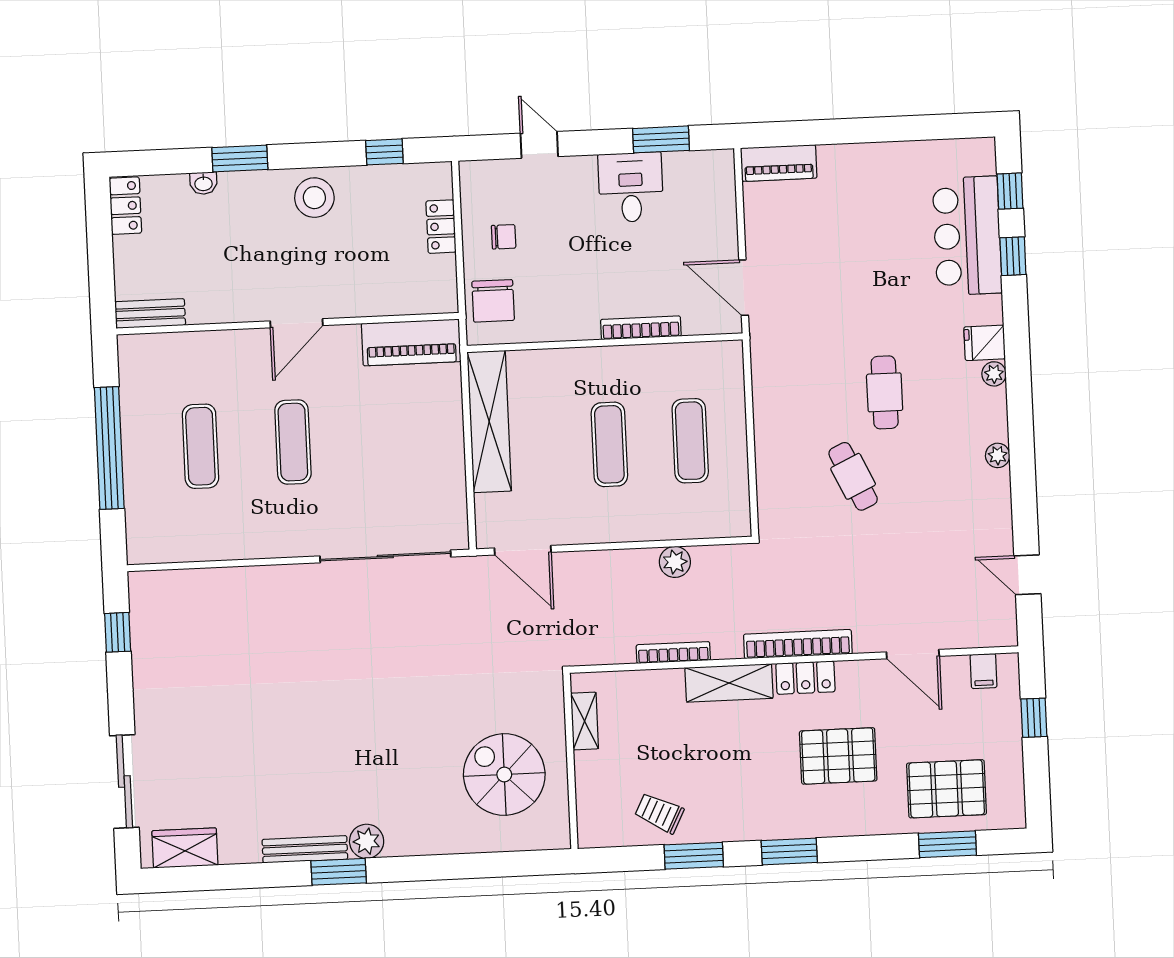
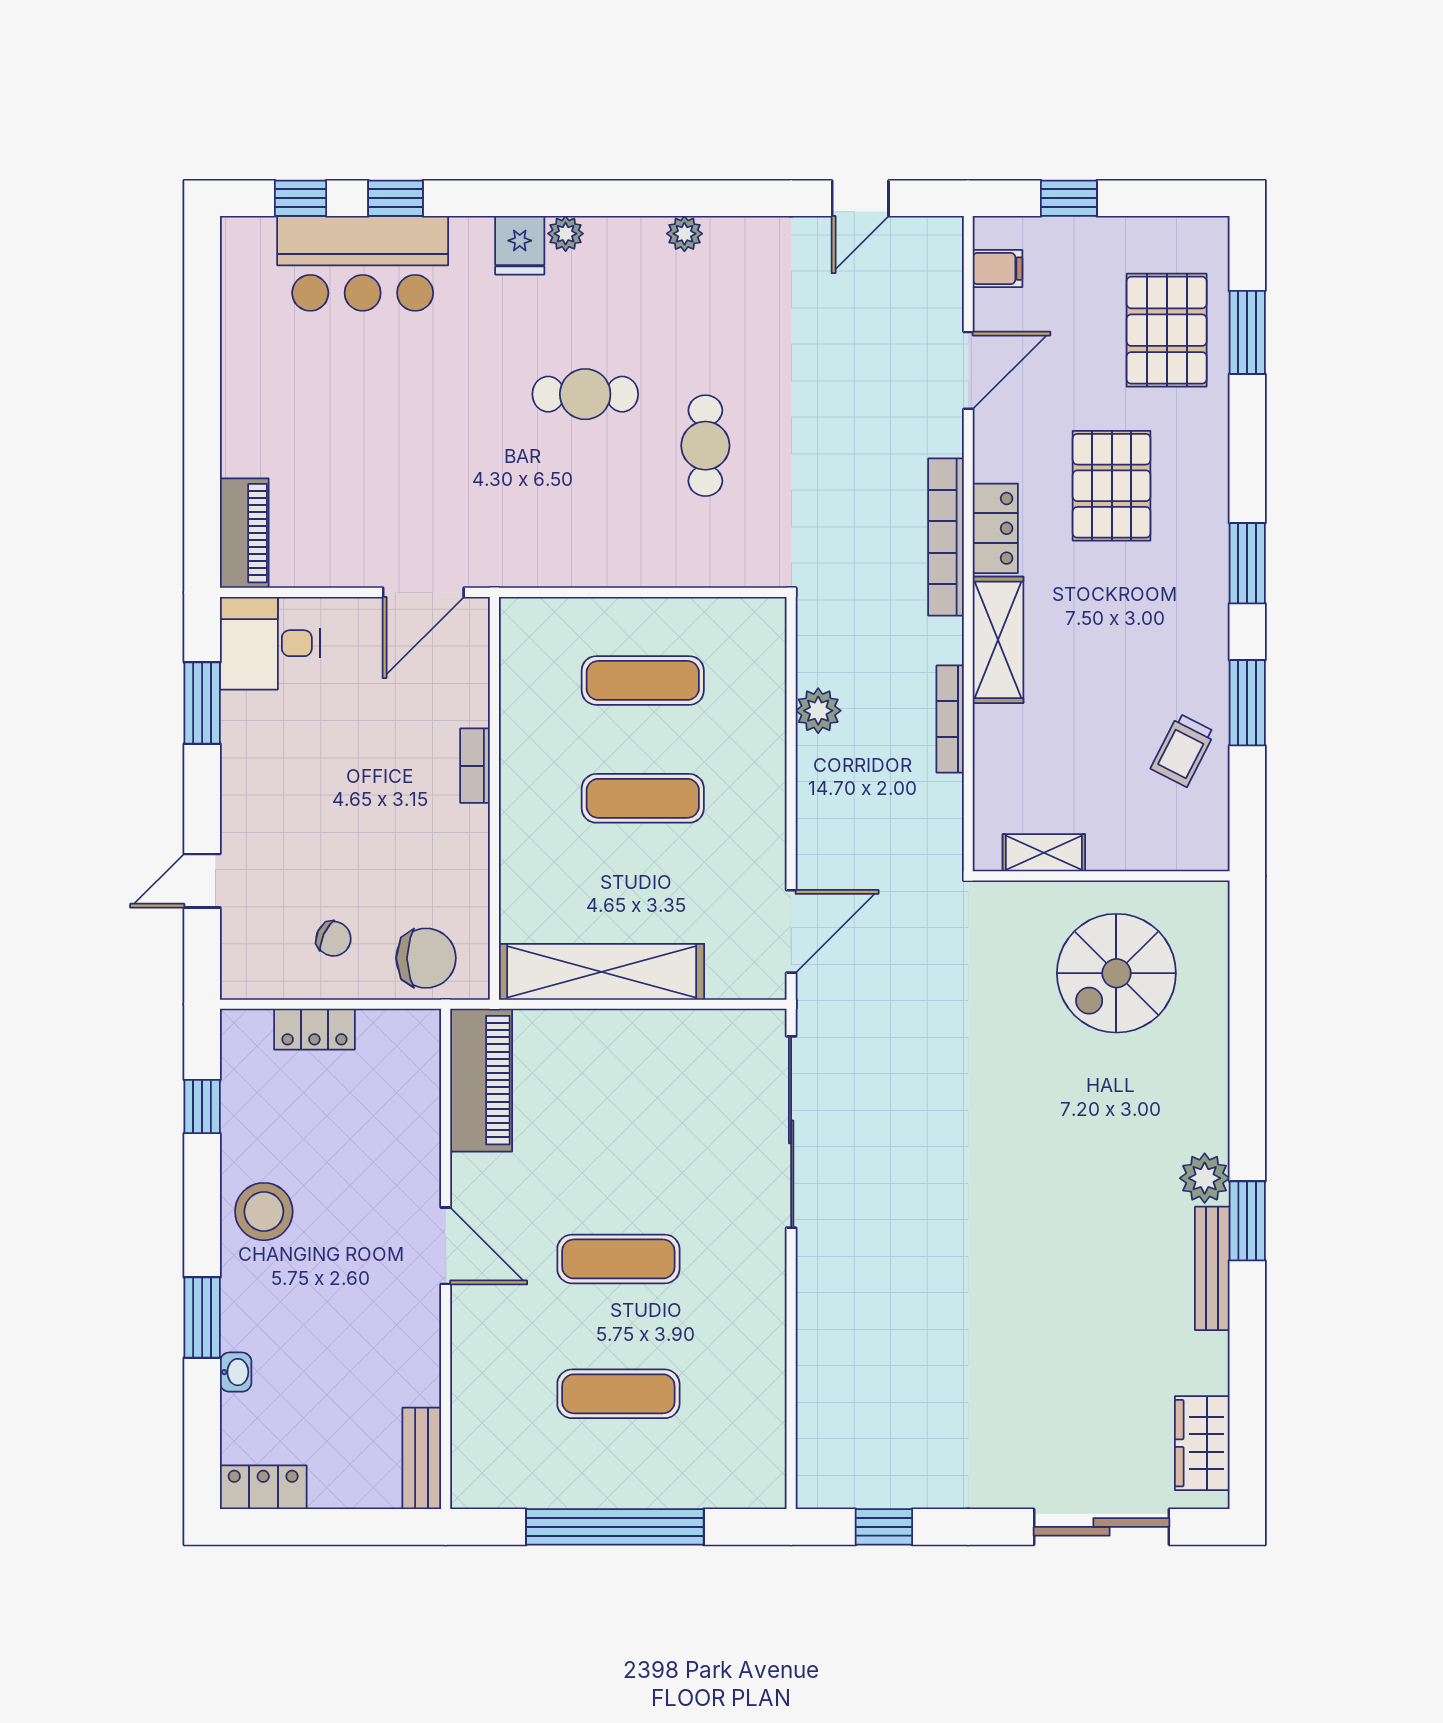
desk: (631, 187) -> (270, 643), moved
chair: (504, 237) -> (333, 939), turned 115
bookcase: (641, 328) -> (475, 766), width x0.64
cafe table: (853, 476) -> (705, 446), turned -65

